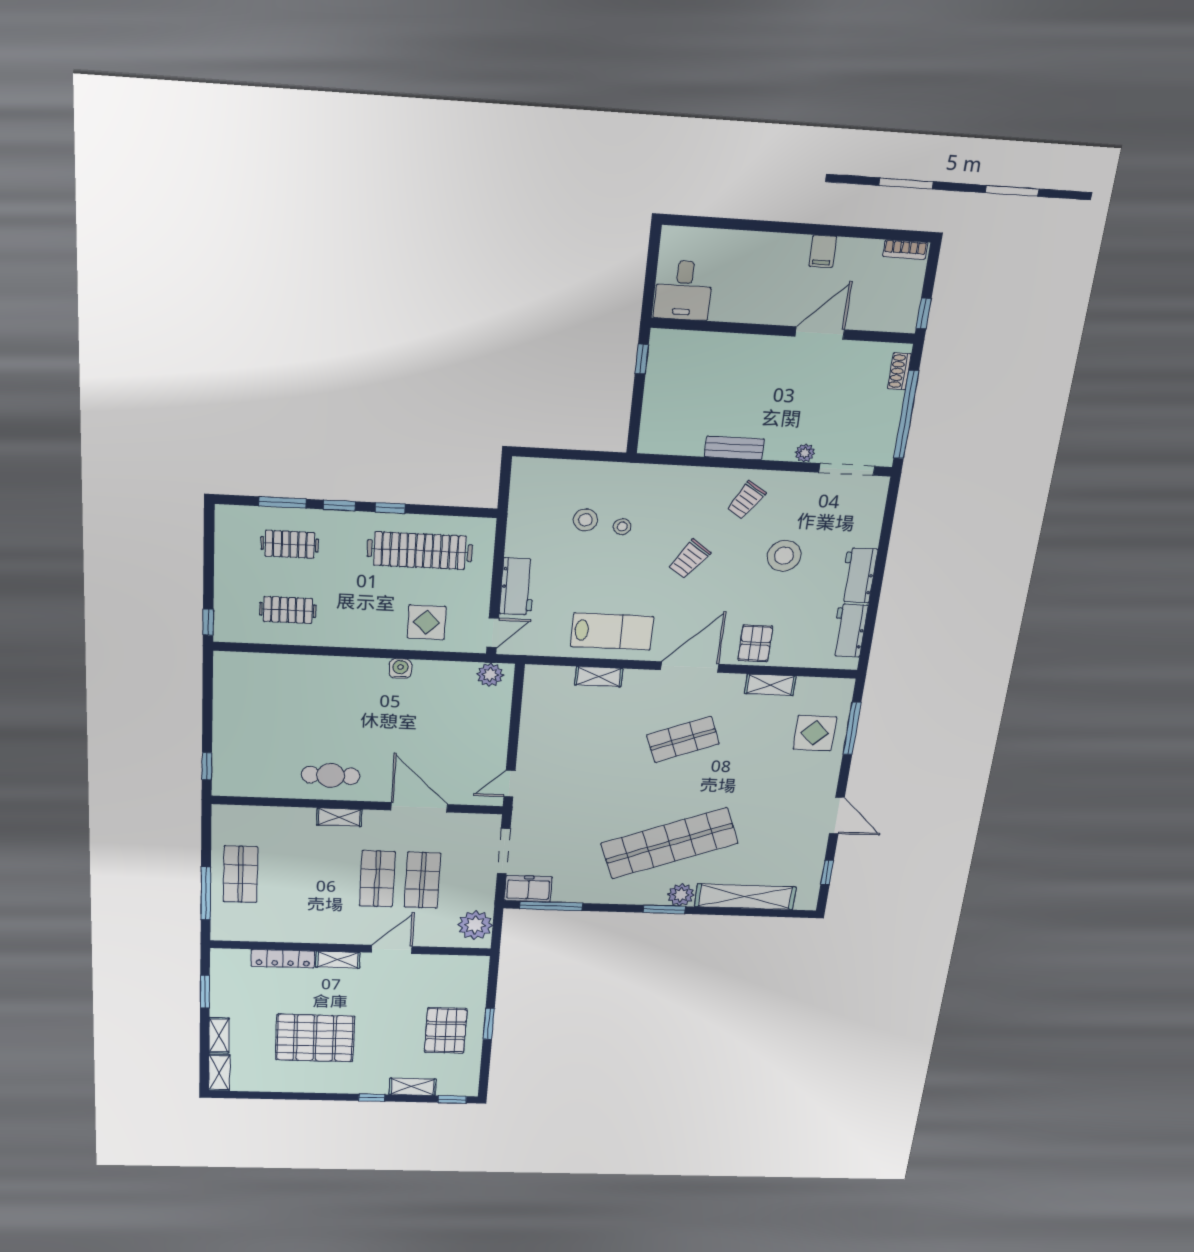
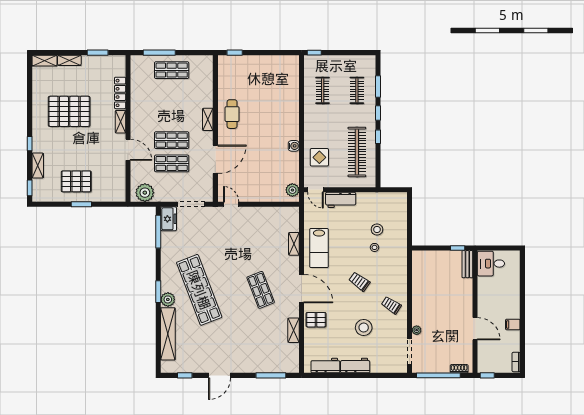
bench: (734, 448) -> (467, 264), moved
display table: (815, 733) -> (267, 357), removed
pallet: (315, 1038) -> (69, 111), turned 90

